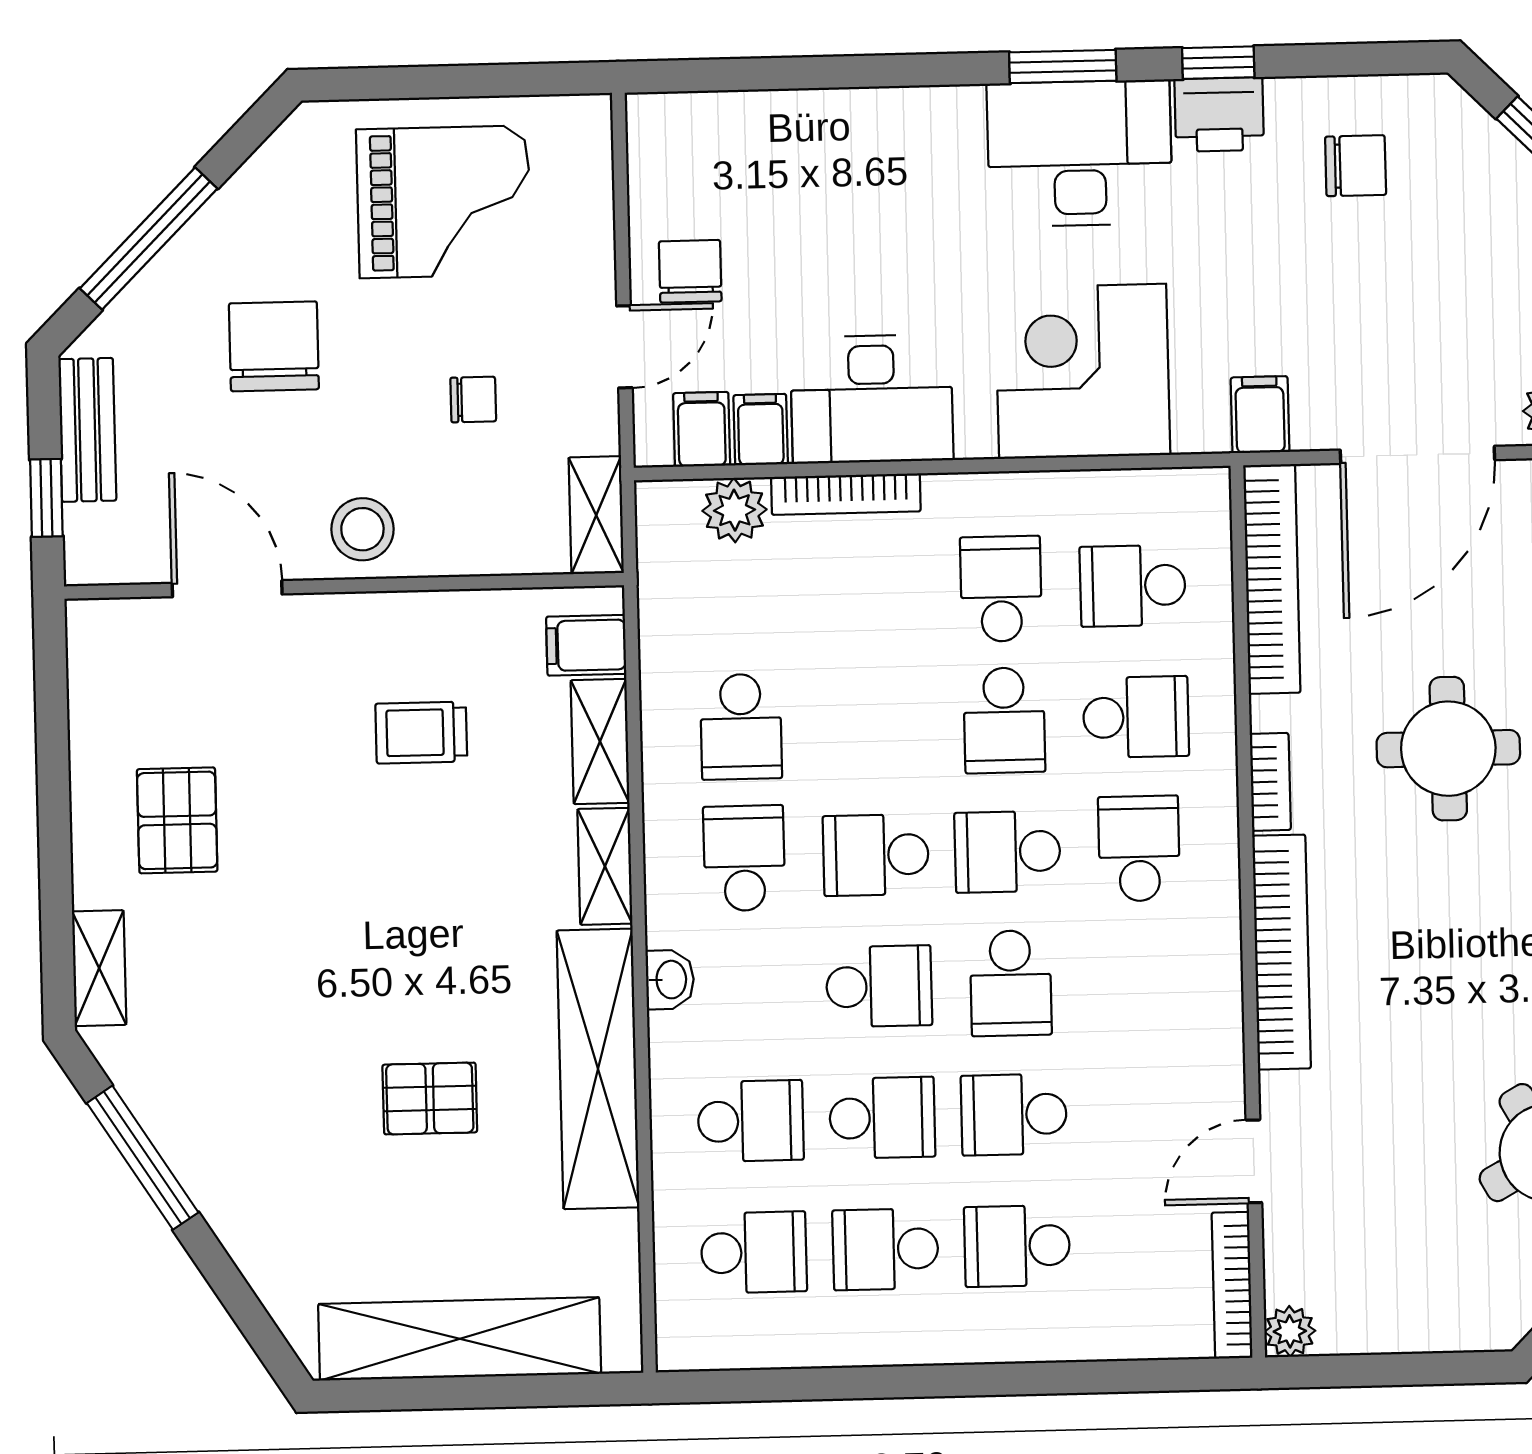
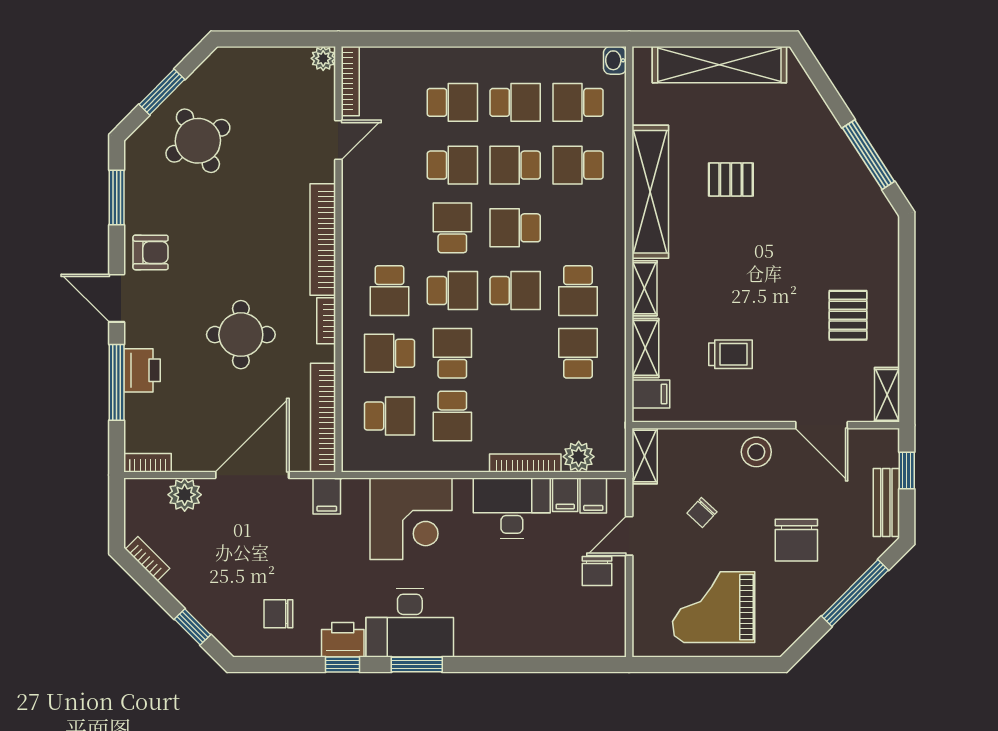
chair: (473, 400) -> (702, 513), turned -47
shelving: (99, 968) -> (887, 395), moved
washbasin: (670, 980) -> (615, 60), moved

